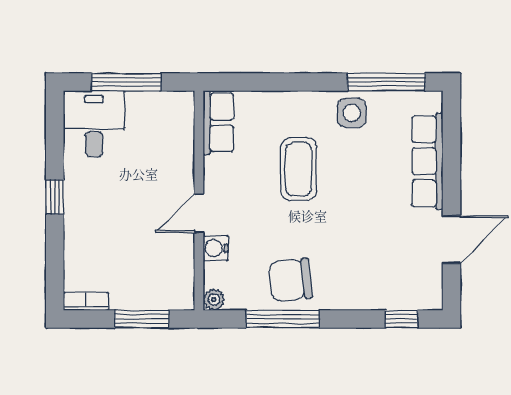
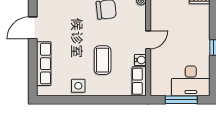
window: (386, 82) -> (62, 100), removed
desk: (94, 124) -> (191, 81), width x1.37
water cooler: (216, 248) -> (140, 60), moved

